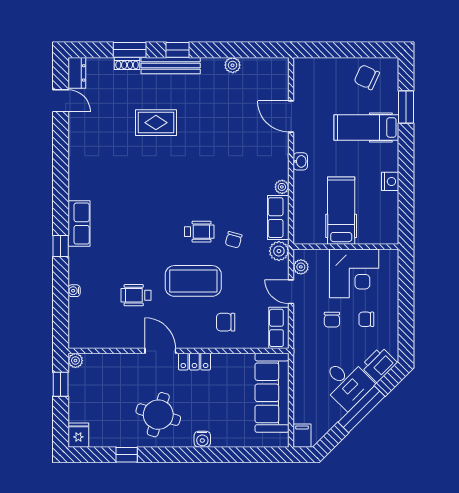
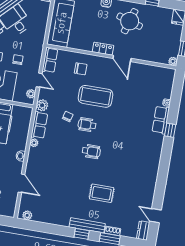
plant: (233, 65) -> (27, 215), moved
row of seats: (79, 224) -> (161, 120), moved
wheelchair: (136, 295) -> (91, 151), moved

